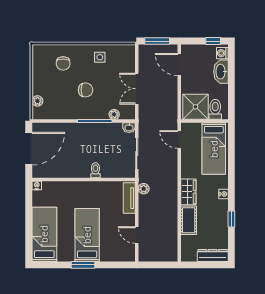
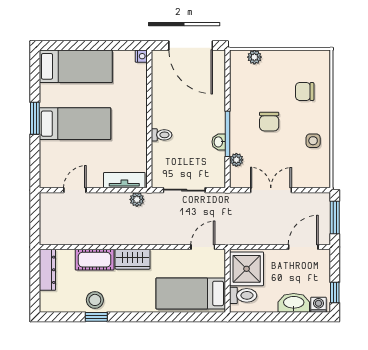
washbasin: (129, 128) -> (219, 142), moved
nightstand: (223, 194) -> (130, 306), removed
stool: (219, 220) -> (95, 300), added
dresser: (213, 255) -> (47, 270), moved

